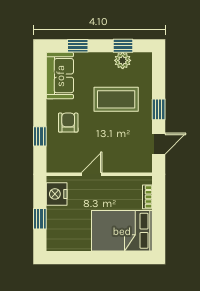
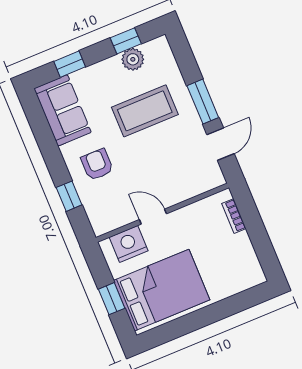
window: (159, 109) -> (203, 102), width x1.50
door: (92, 174) -> (153, 217), hinge flipped
nightstand: (57, 194) -> (129, 244), moved, turned 90
bed: (122, 231) -> (162, 290), moved, turned 180

